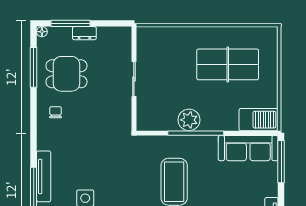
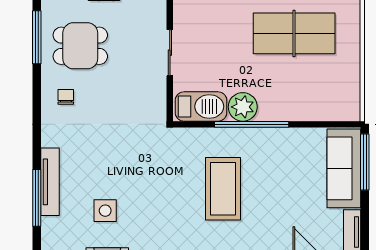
barbecue: (259, 120) -> (201, 106), moved
sofa: (248, 148) -> (344, 168), moved, turned 90

